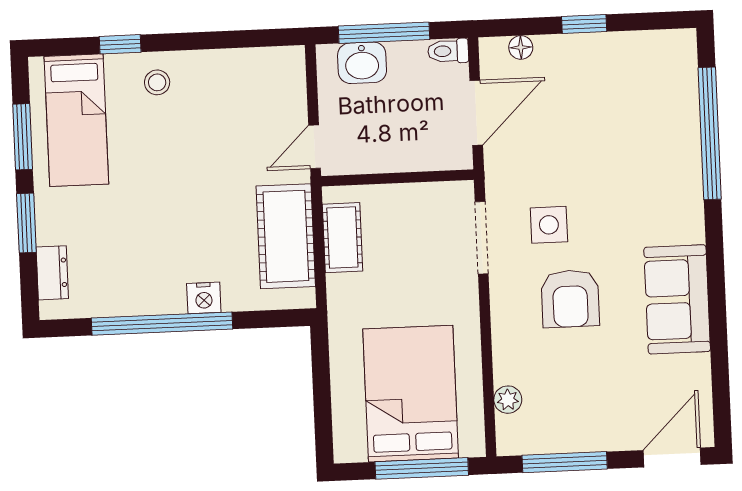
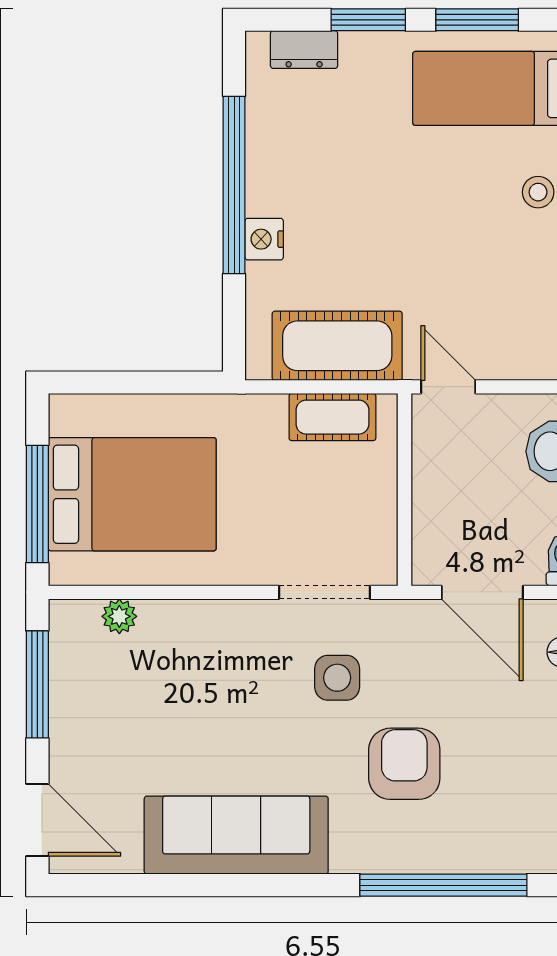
armchair: (570, 299) -> (404, 764), moved, turned 90
sofa: (677, 299) -> (236, 835), width x1.36

